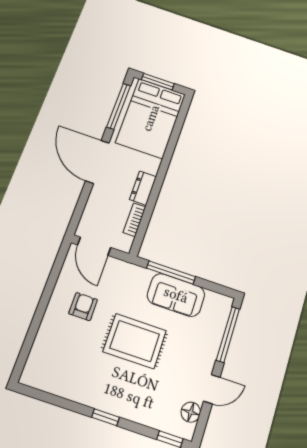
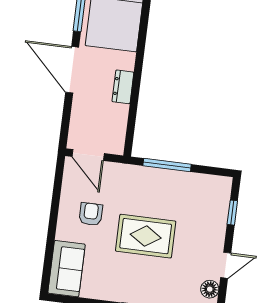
bookcase: (134, 220) -> (121, 121), removed
sofa: (176, 295) -> (66, 269), moved, turned -90
window: (228, 334) -> (232, 213), width x0.46

